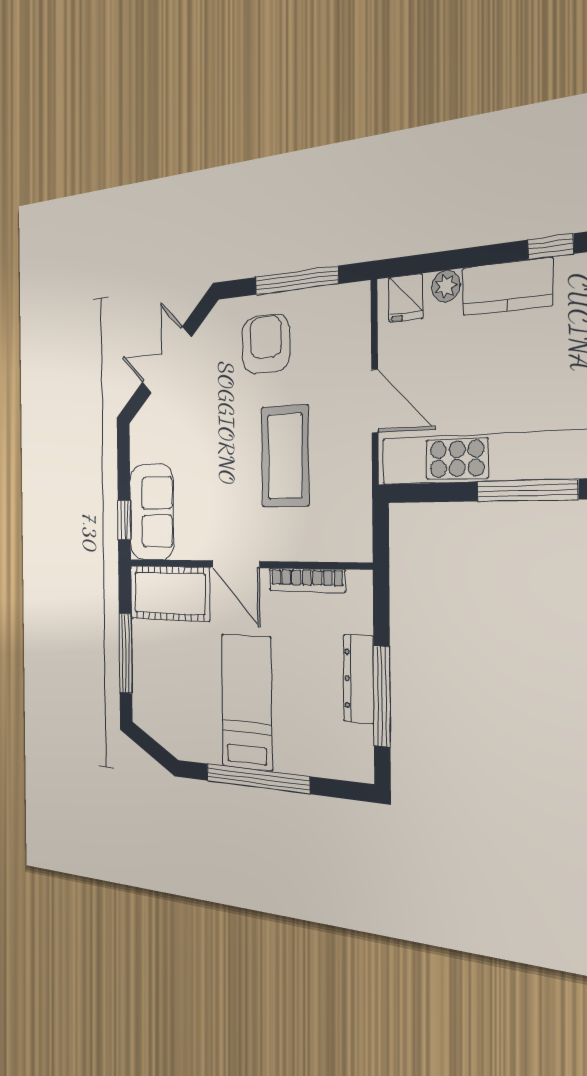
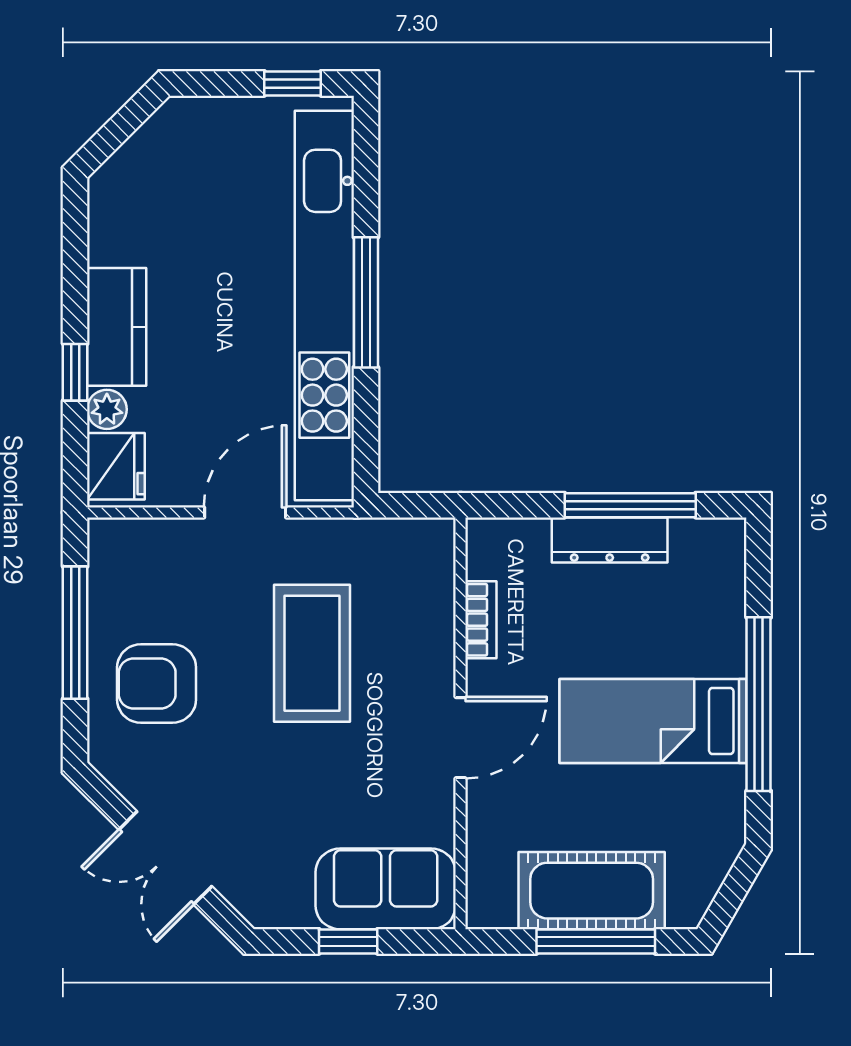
window: (551, 247) -> (75, 372), moved
fridge: (406, 298) -> (116, 466), width x1.38
coffee table: (285, 456) -> (312, 653), turned 90
window: (124, 520) -> (348, 941), moved
bookcase: (307, 580) -> (481, 620), width x0.64
cot: (170, 593) -> (592, 891), moved, turned 90

